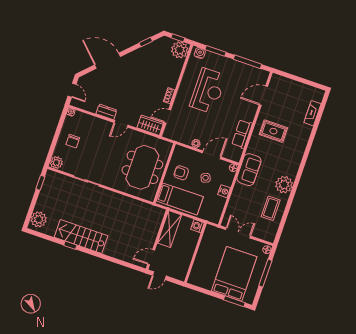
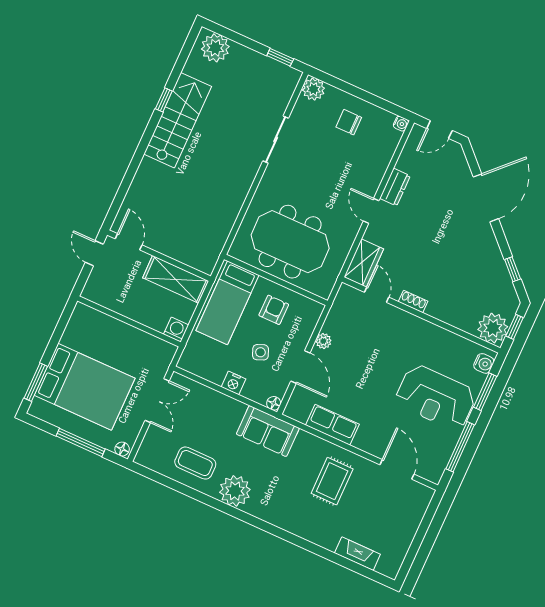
reception desk: (208, 91) -> (436, 397), moved

